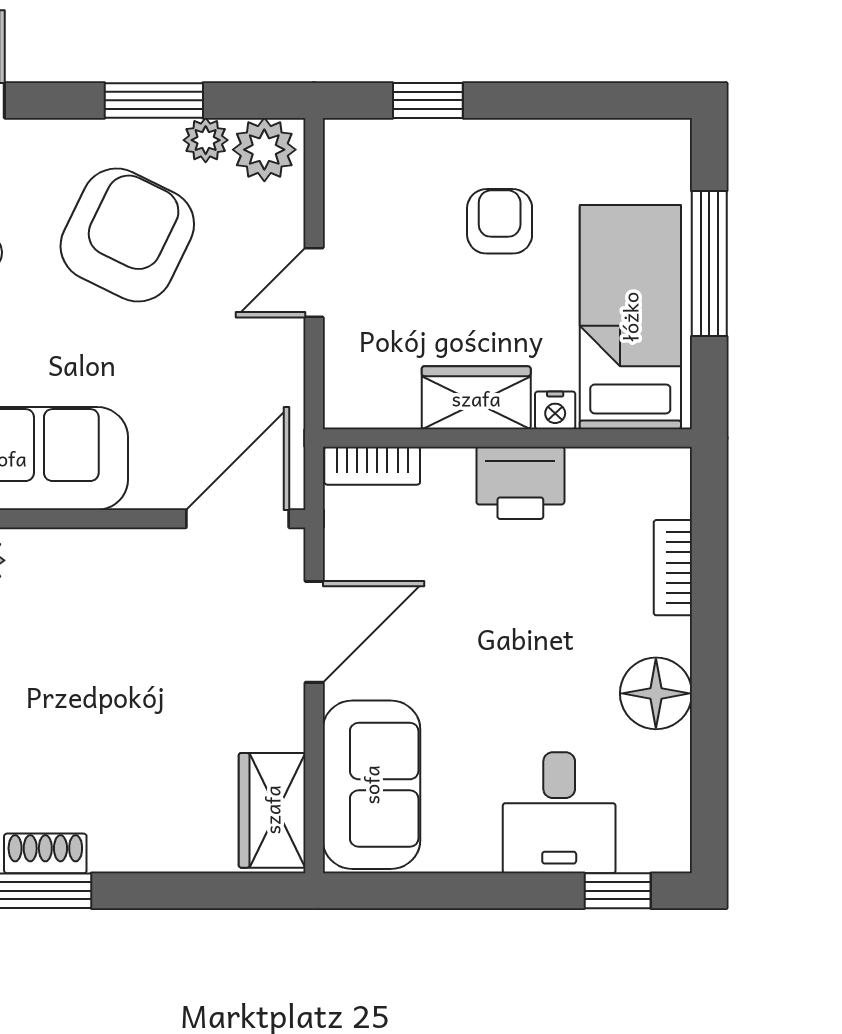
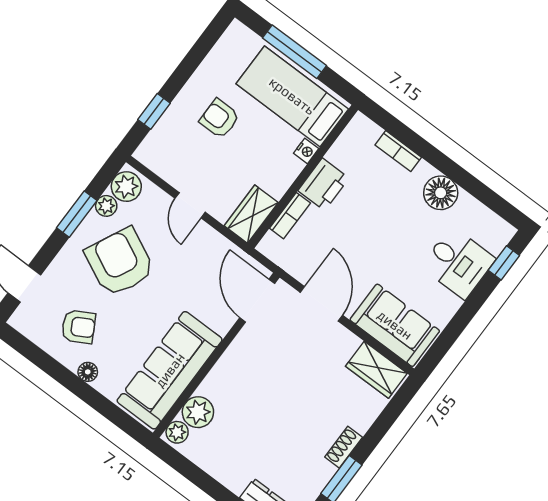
wardrobe: (476, 398) -> (251, 214), moved
bookcase: (372, 466) -> (290, 216), moved
shoe rack: (45, 853) -> (344, 447), moved

